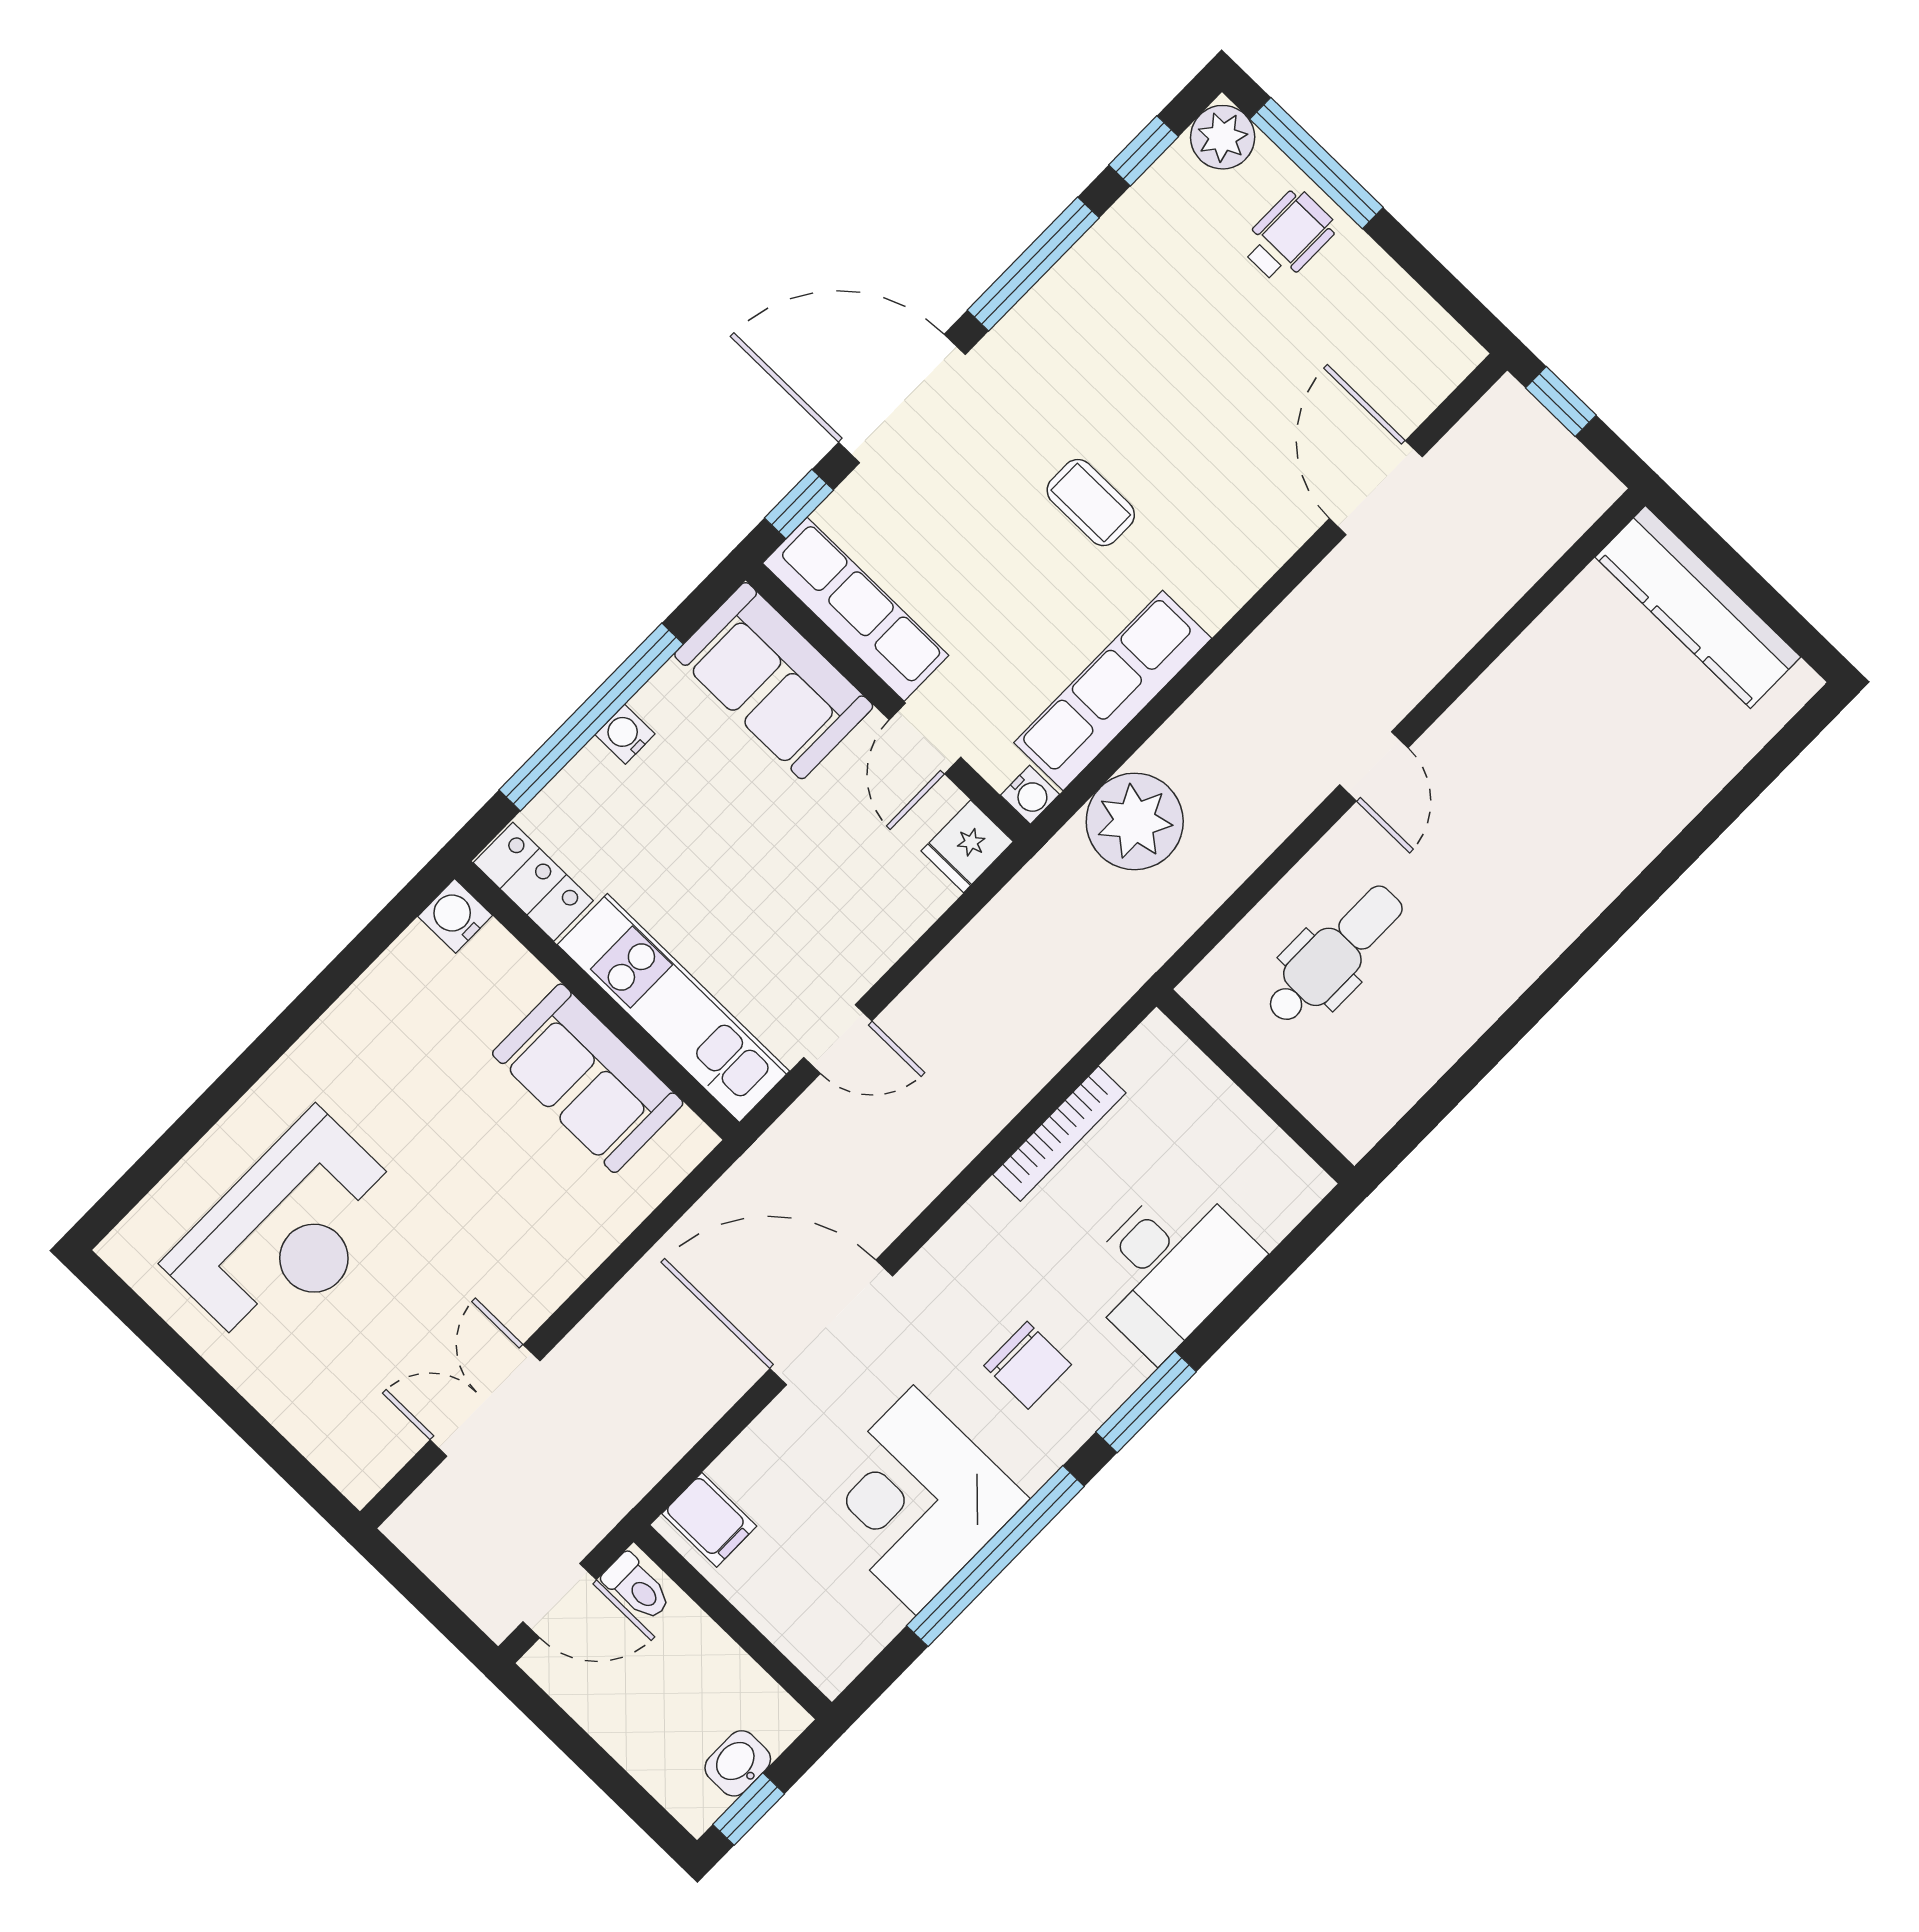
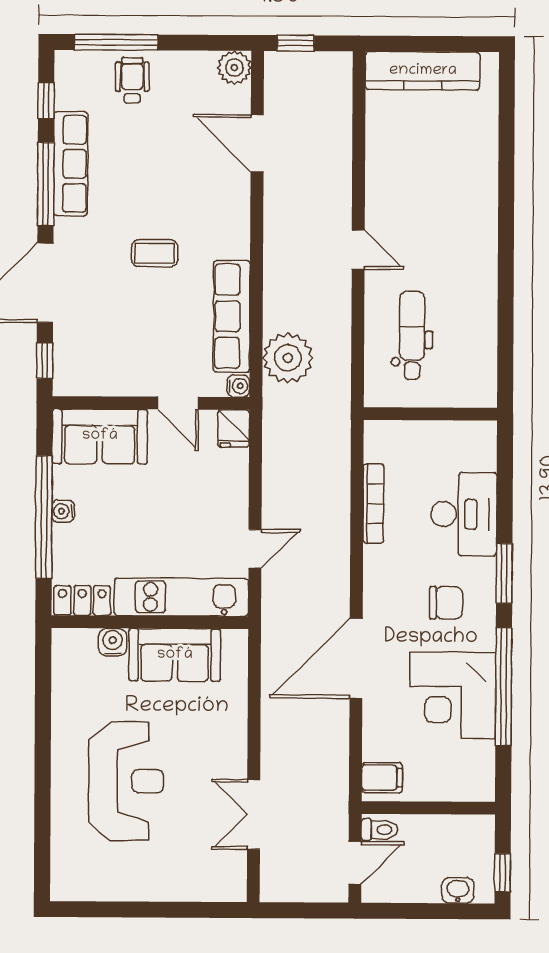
plant: (1223, 137) -> (234, 68), moved
row of seats: (856, 609) -> (71, 164), moved, turned 90
water cooler: (455, 916) -> (113, 642), moved, turned 90
reception desk: (287, 1232) -> (126, 781), moved
washbasin: (738, 1763) -> (458, 890), moved, turned 90

